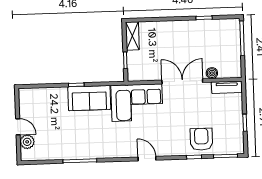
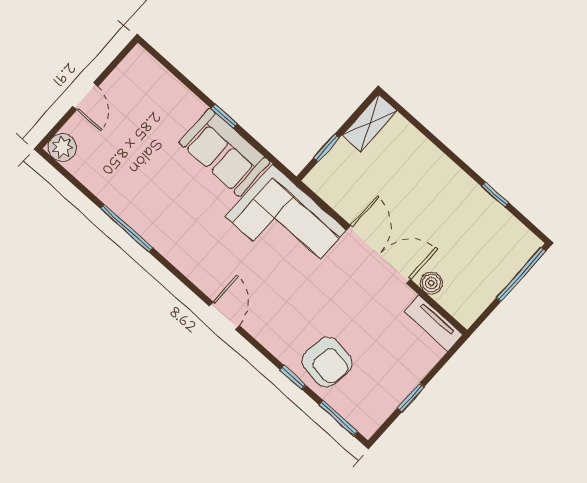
armchair: (201, 139) -> (327, 362), turned 98
plant: (27, 142) -> (62, 147), moved

